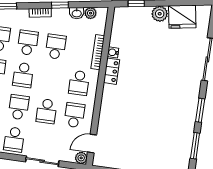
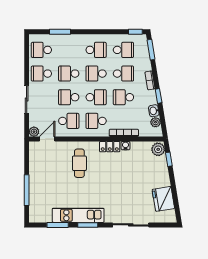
plant: (160, 14) -> (158, 149), moved
school desk: (56, 47) -> (123, 97), turned 180
school desk: (51, 79) -> (96, 97), added
school desk: (19, 107) -> (69, 74), turned 180
cafe table: (126, 110) -> (79, 163), added
kitchen unit: (187, 120) -> (78, 215), added
door: (92, 144) -> (47, 139), hinge flipped

